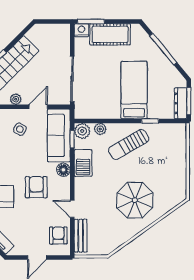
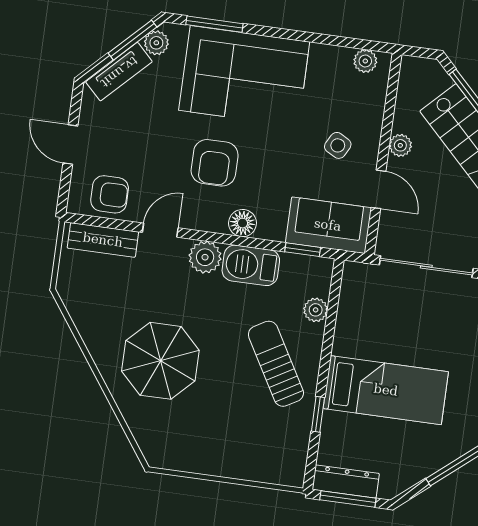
plant: (82, 131) -> (205, 257), moved
sofa: (59, 135) -> (328, 225), width x0.73
armchair: (36, 187) -> (215, 163), turned 90

